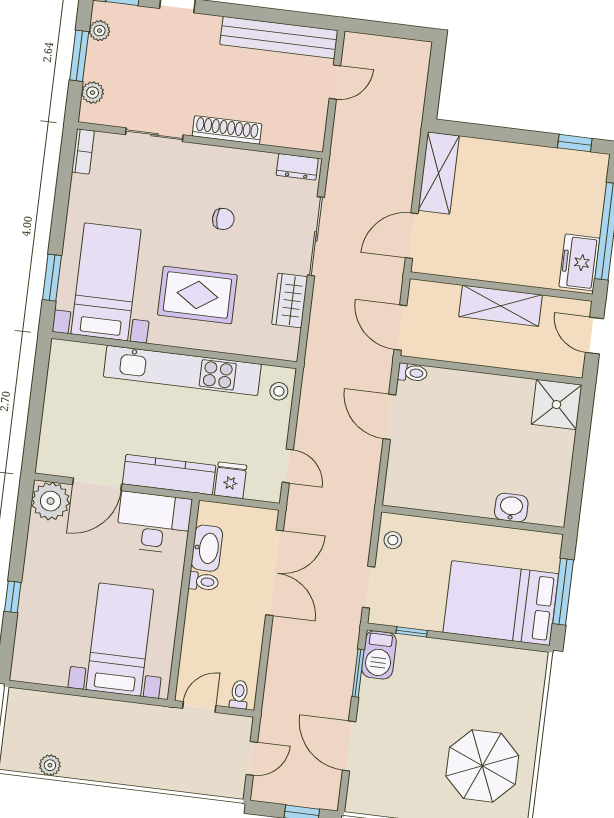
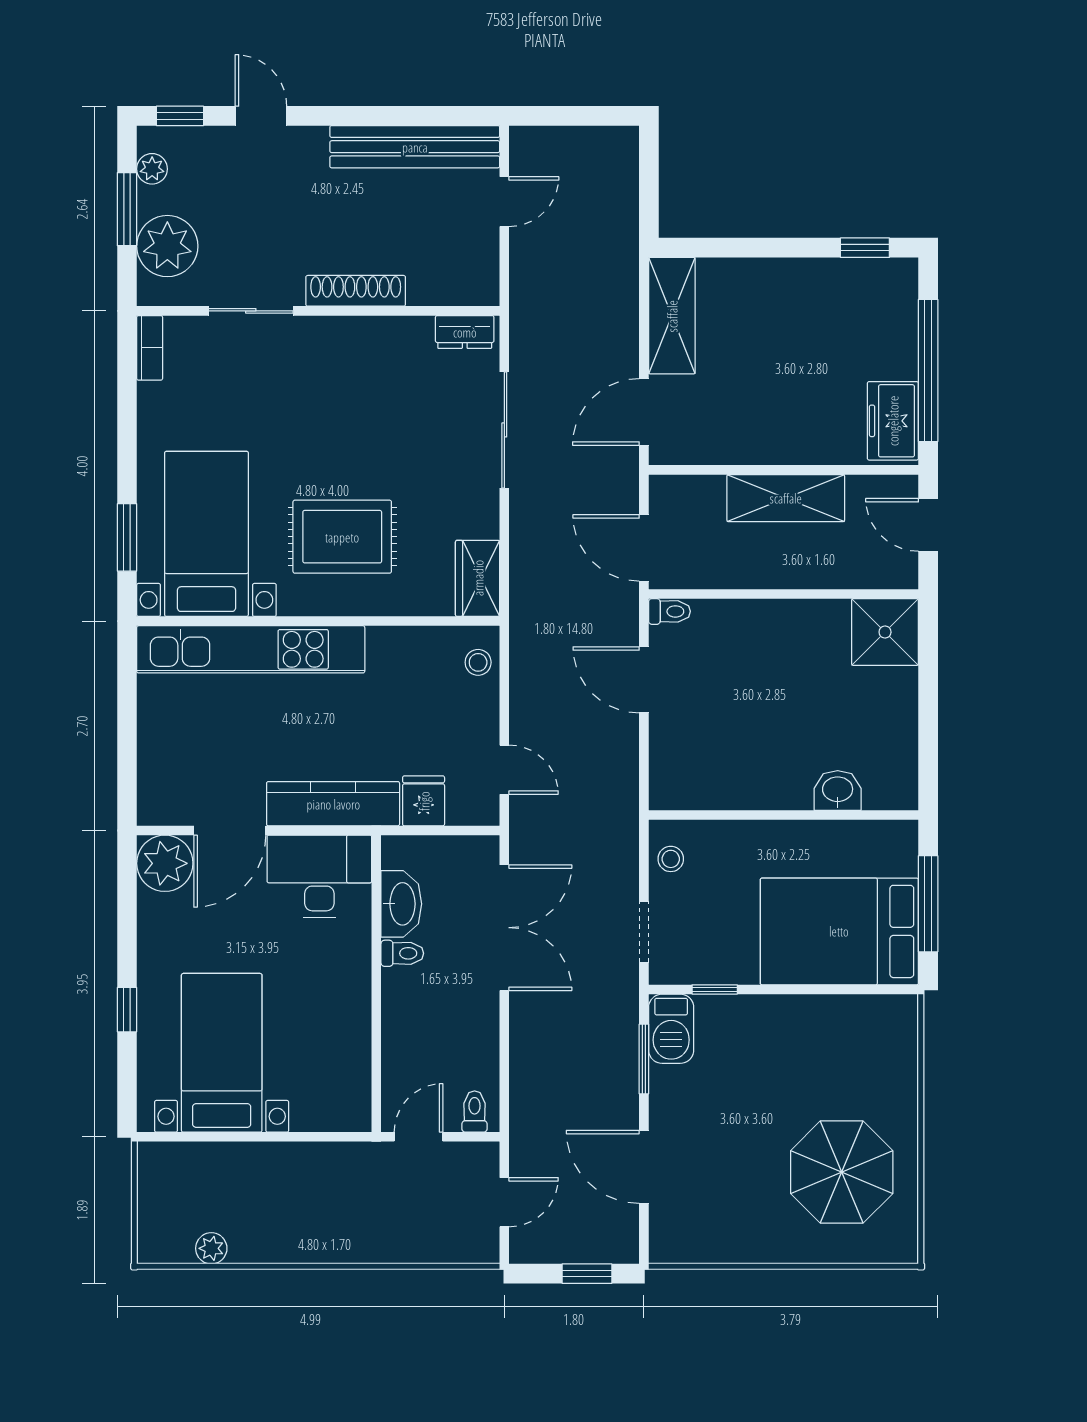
plant: (93, 93) -> (167, 246), width x1.88, depth x1.88
chair: (223, 219) -> (366, 421), removed
wardrobe: (290, 300) -> (478, 578), moved
kitchen unit: (182, 370) -> (251, 649), moved
bed with nightstands: (120, 640) -> (222, 1053), moved

